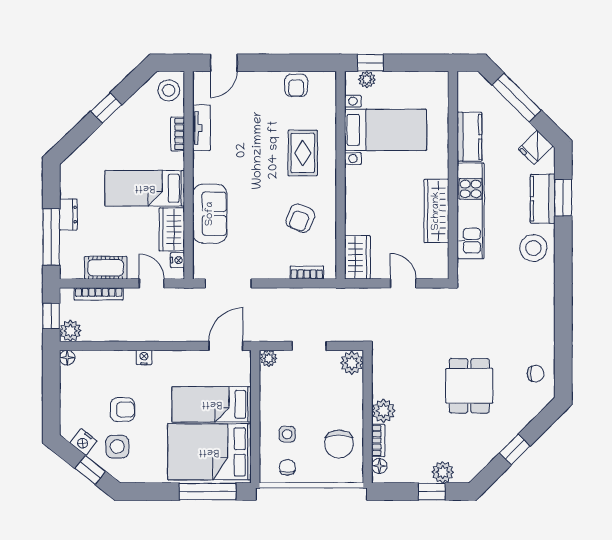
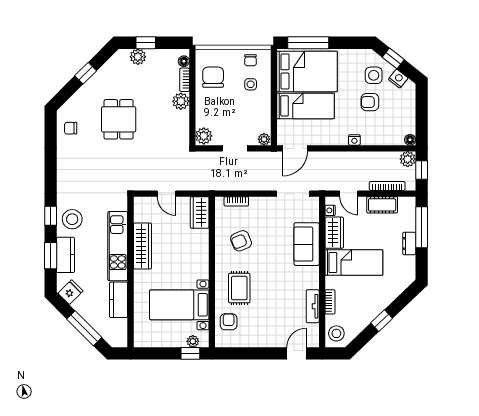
armchair: (296, 85) -> (229, 322), moved
armchair: (300, 218) -> (241, 241), turned -134
window: (563, 253) -> (51, 216), added

